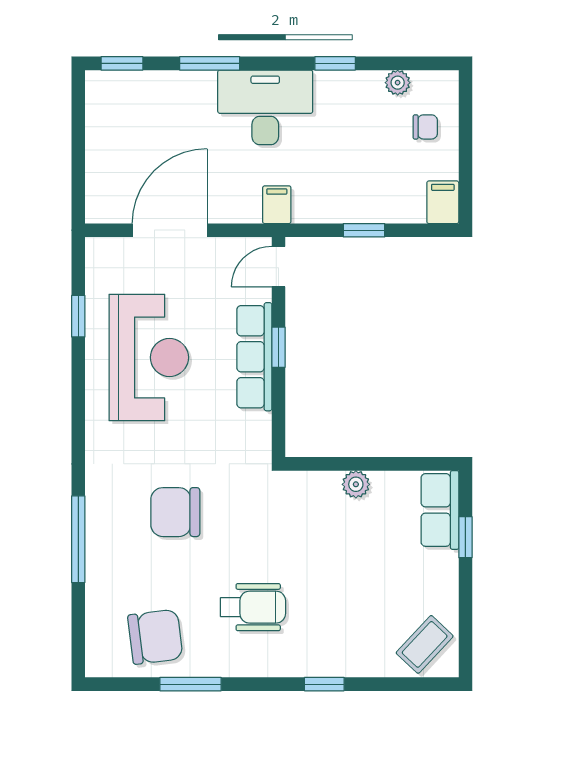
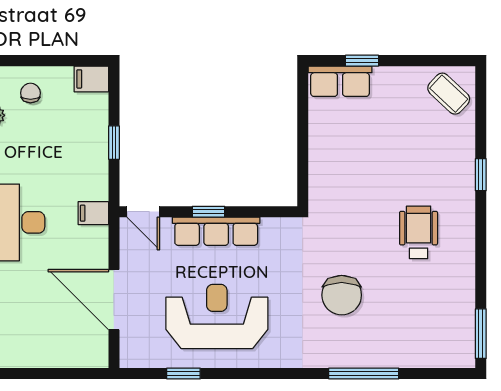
plant: (356, 484) -> (319, 149), removed
chair: (155, 637) -> (443, 311), removed
window: (191, 684) -> (481, 334), moved

